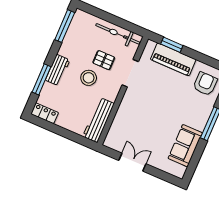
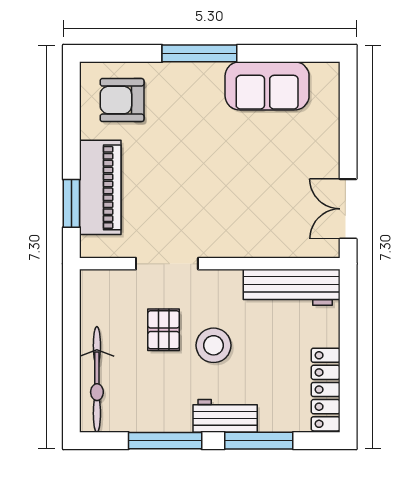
window: (65, 26) -> (165, 441), moved
bicycle: (118, 34) -> (97, 379), moved
locker: (45, 113) -> (326, 390), width x1.53
double door: (132, 162) -> (348, 209), moved

